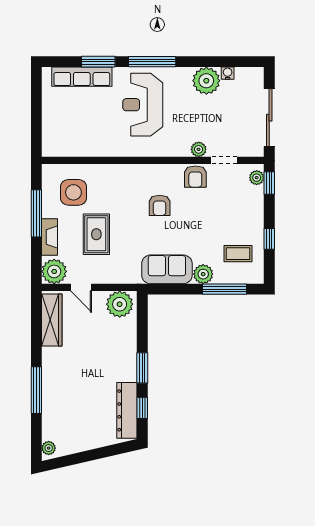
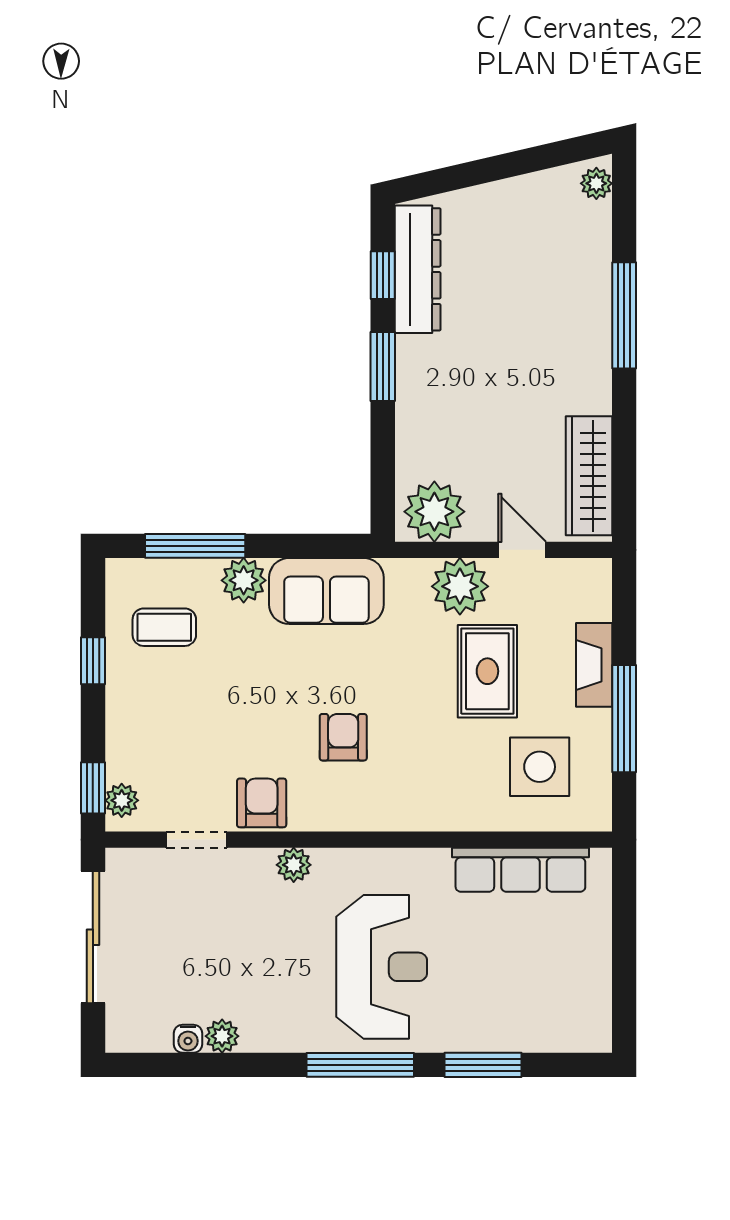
row of seats: (82, 77) -> (520, 870), moved, turned 180
plant: (206, 81) -> (222, 1036), width x0.53, depth x0.53
plant: (199, 149) -> (294, 865), moved
plant: (54, 271) -> (460, 586), moved

